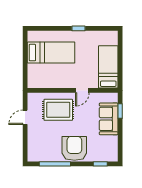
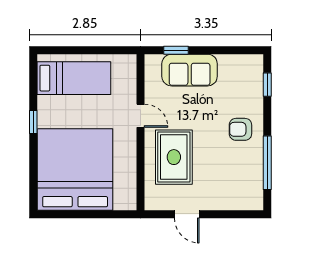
bed: (51, 53) -> (75, 169), width x2.04
bed: (108, 67) -> (74, 78), moved, turned 180
armchair: (74, 148) -> (240, 129), width x0.53, depth x0.53

